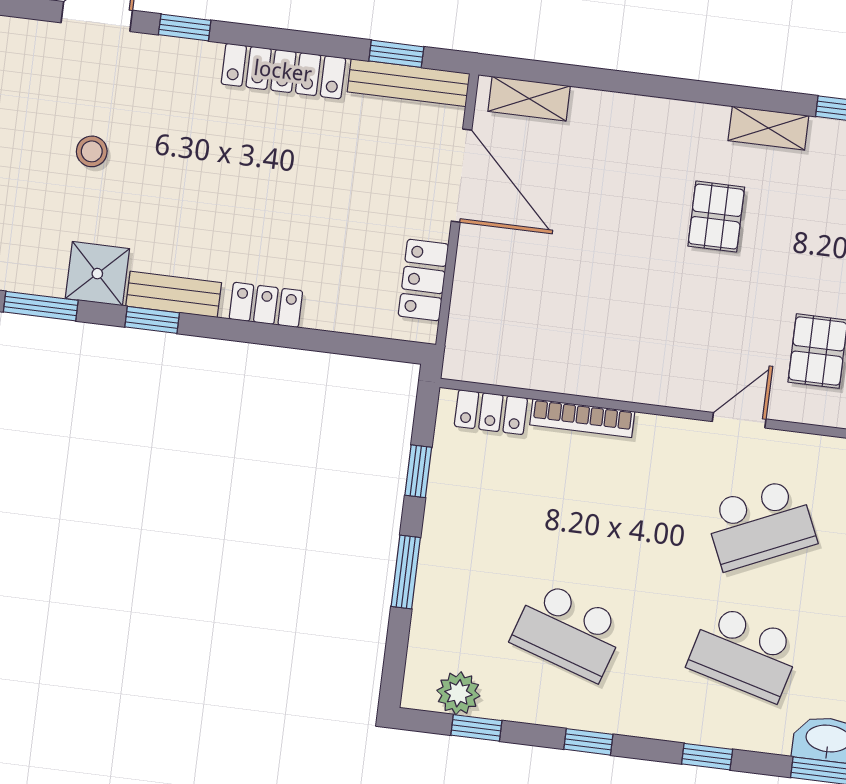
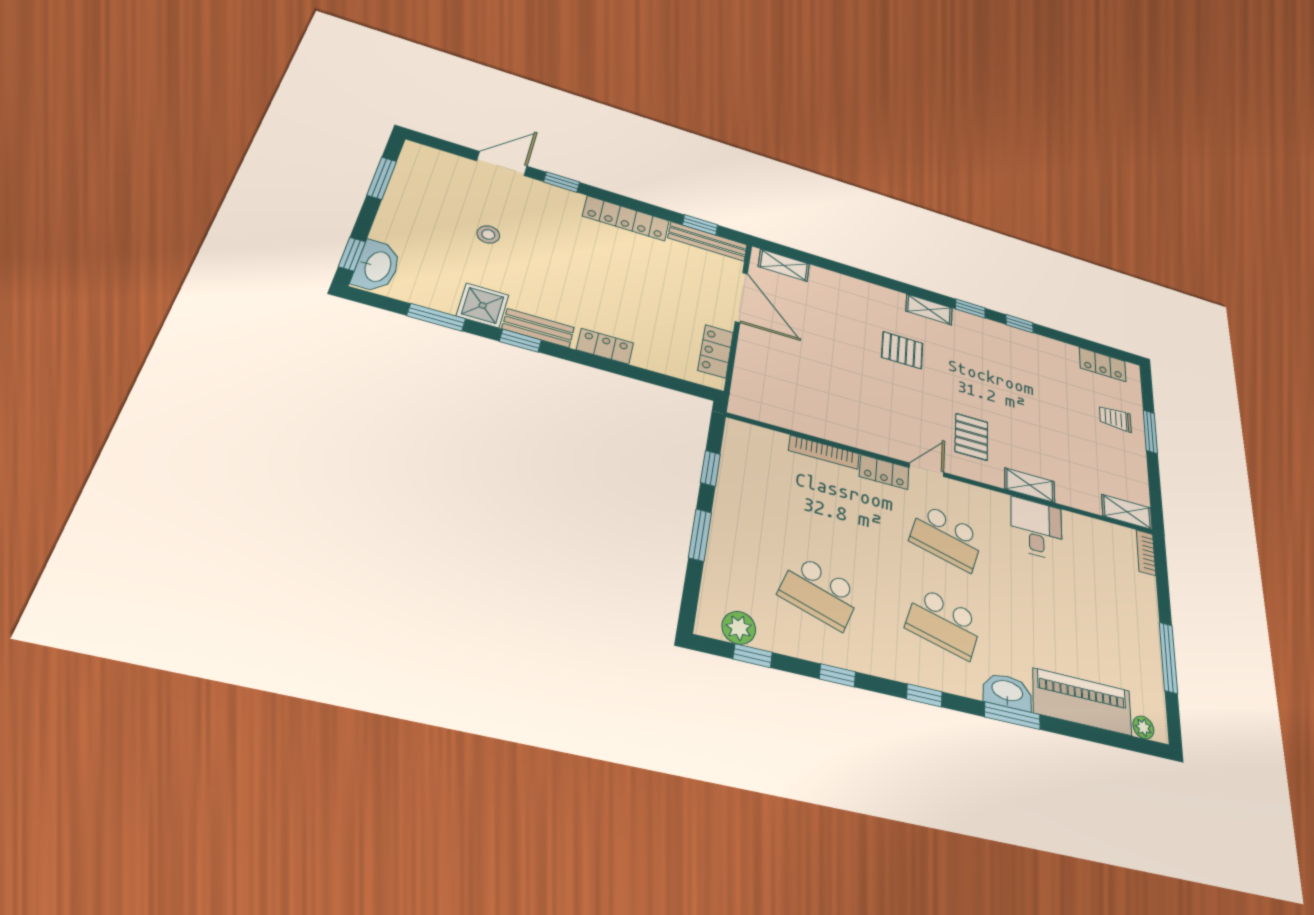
pallet: (716, 217) -> (902, 350), turned 90
locker: (491, 412) -> (884, 472), moved
school desk: (760, 524) -> (946, 537), turned 39

